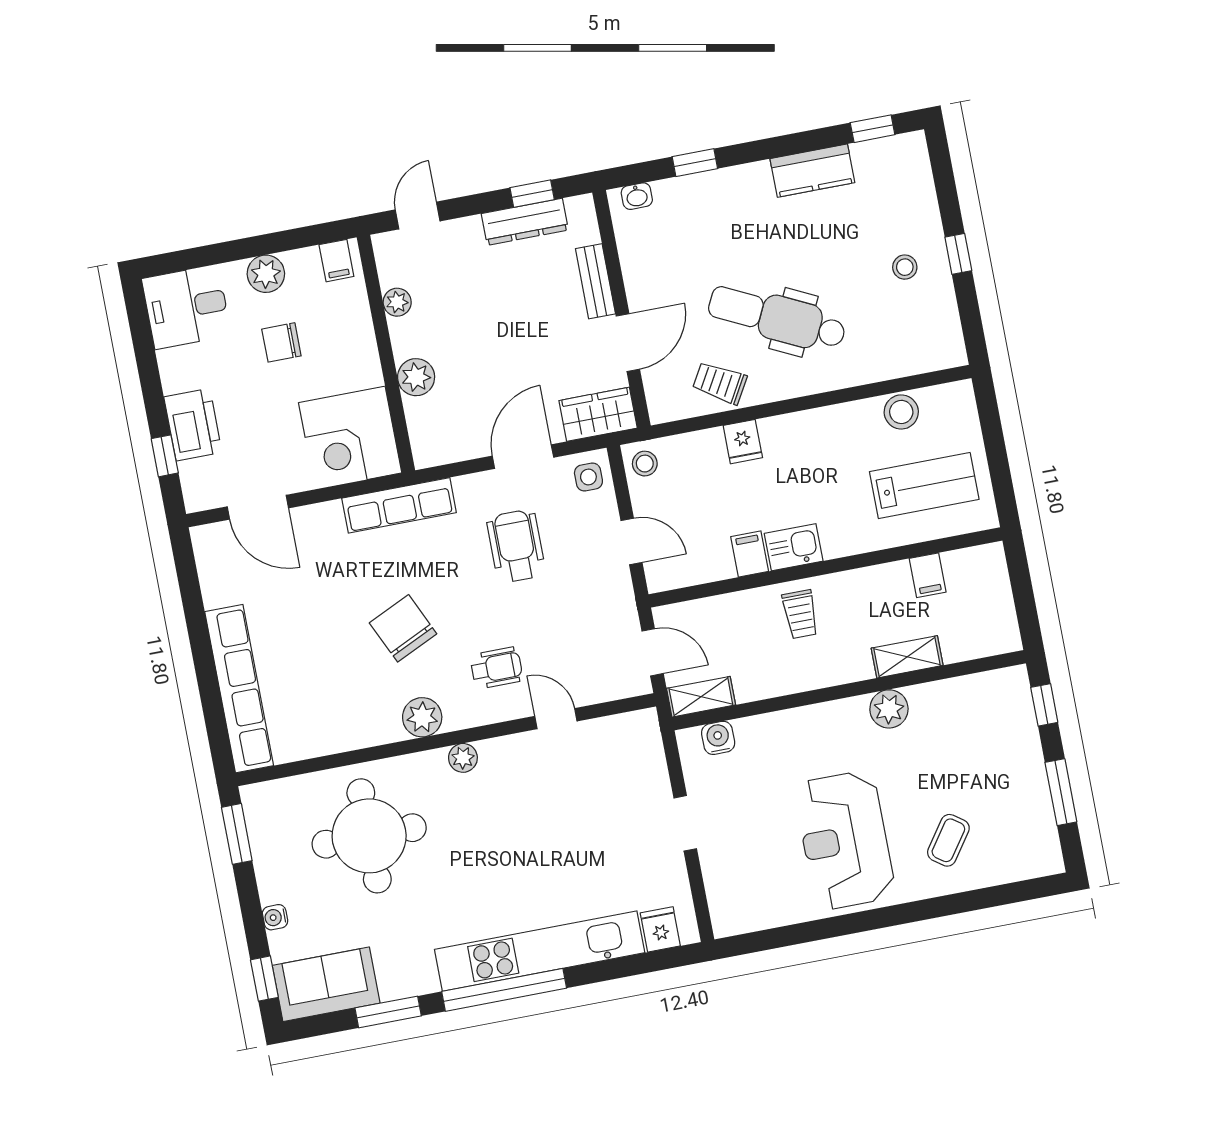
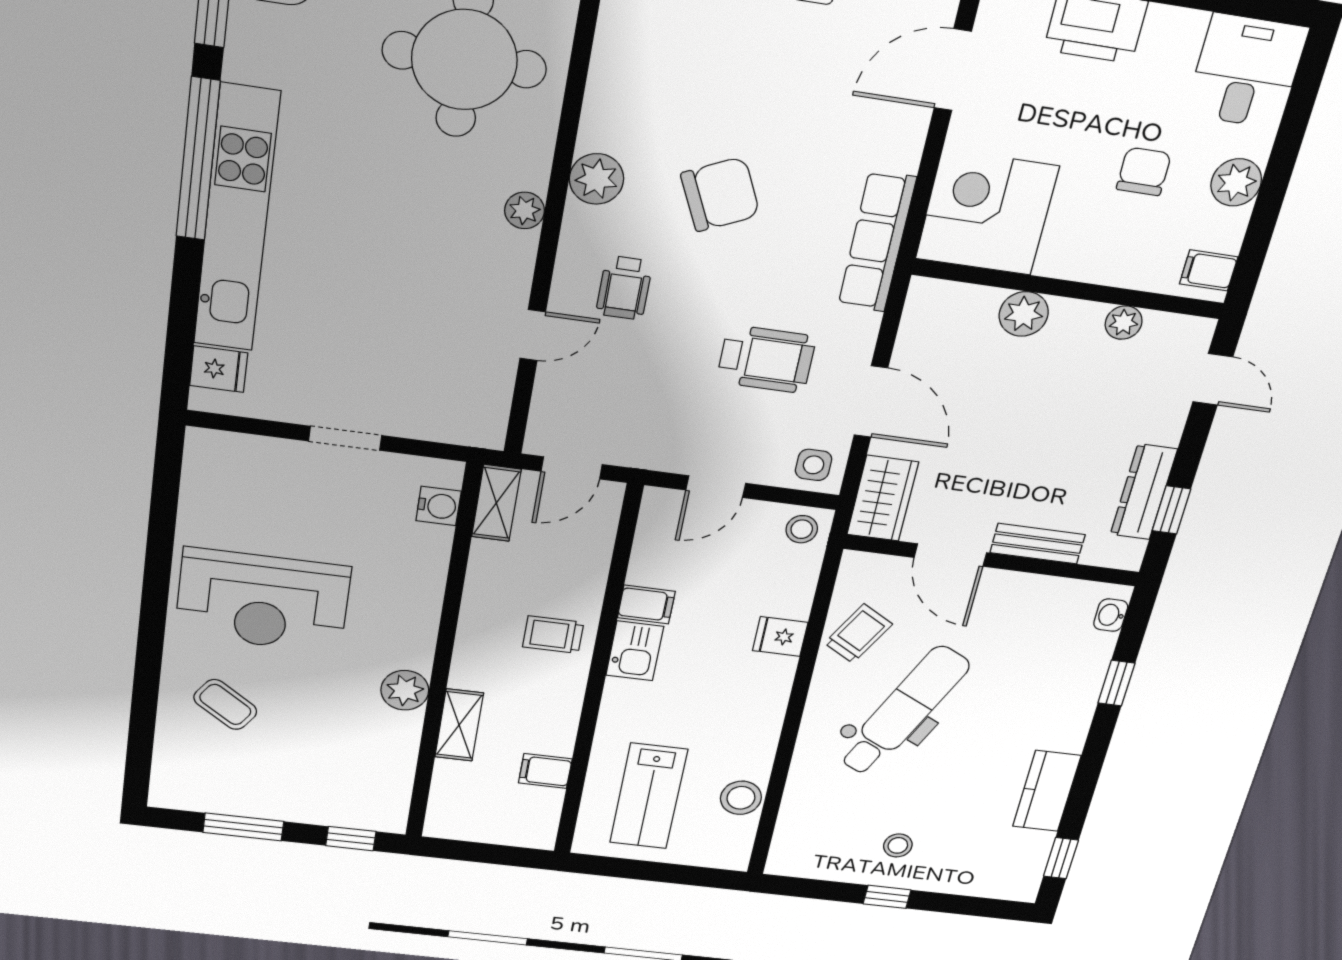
reception desk: (845, 840) -> (263, 601), turned 180

